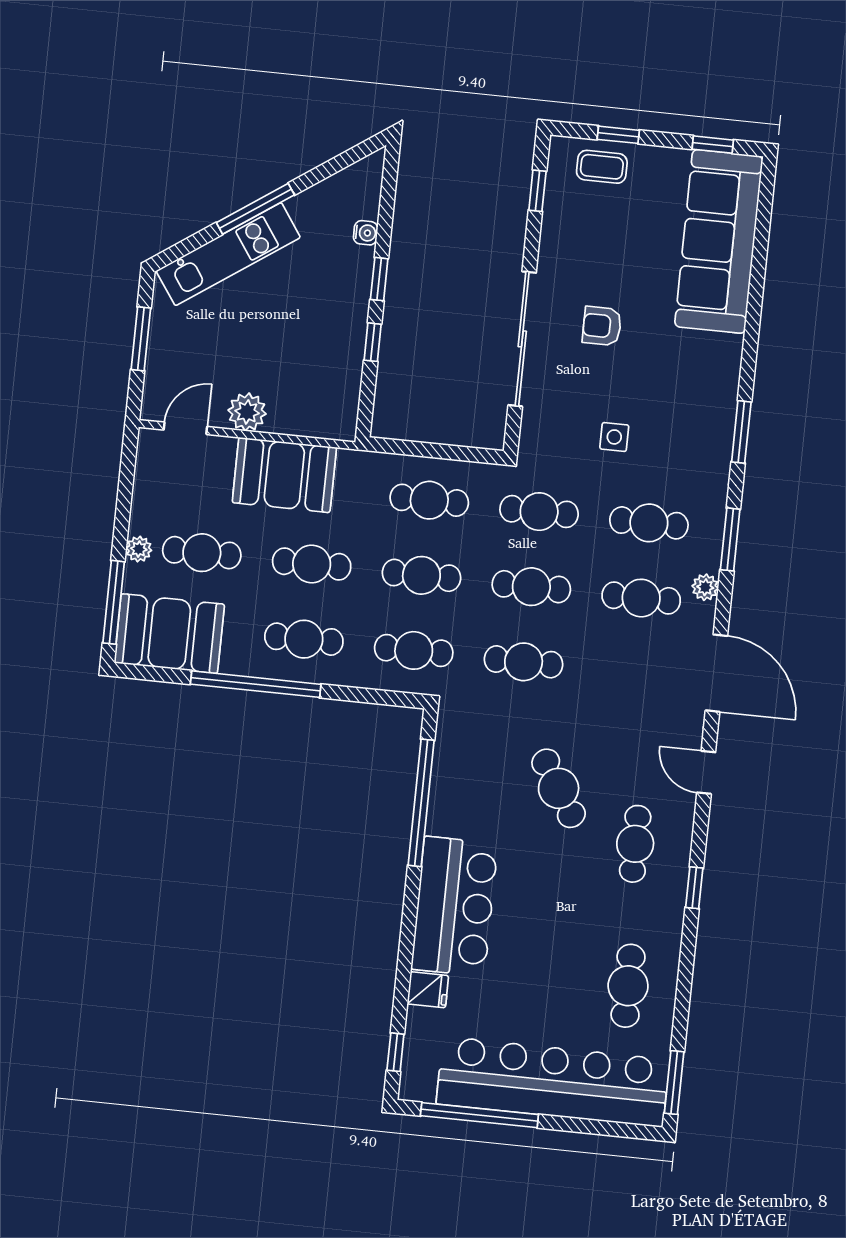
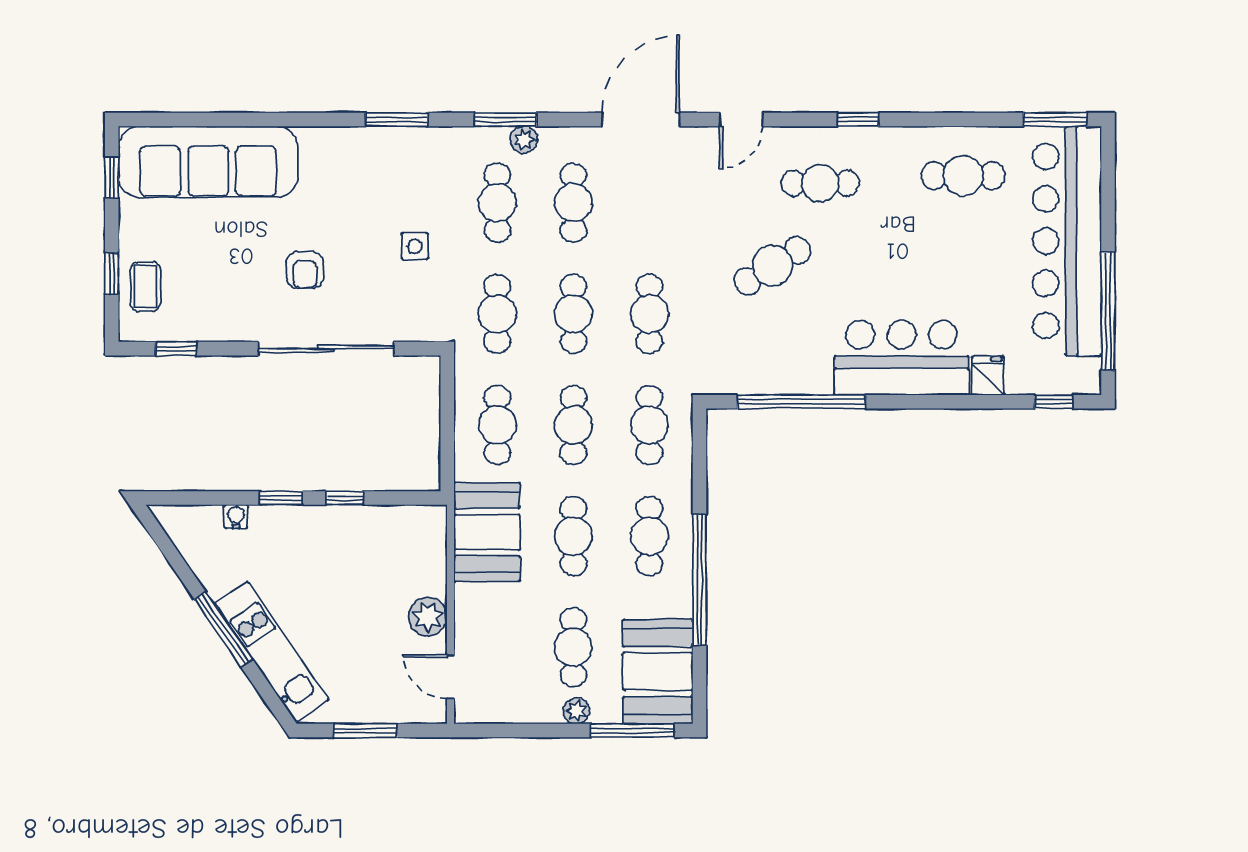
booth: (284, 475) -> (487, 532), moved
plant: (705, 587) -> (524, 140), moved

